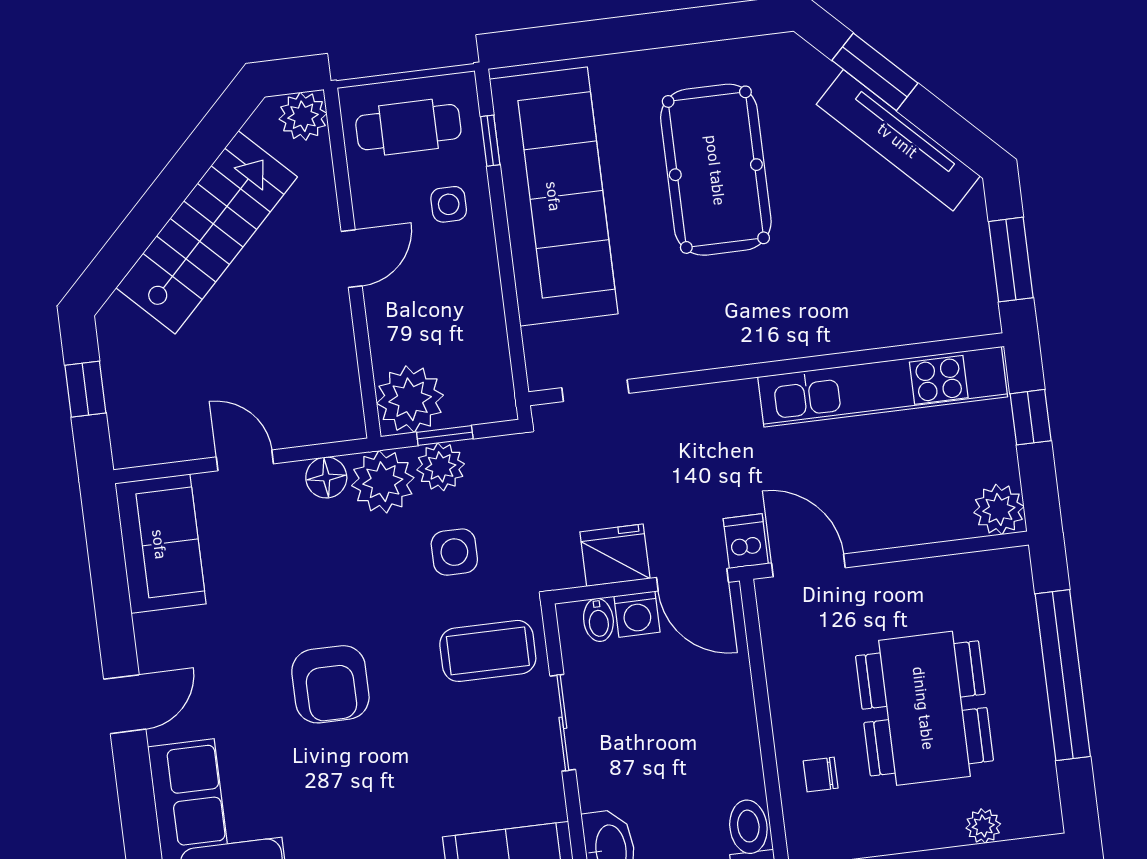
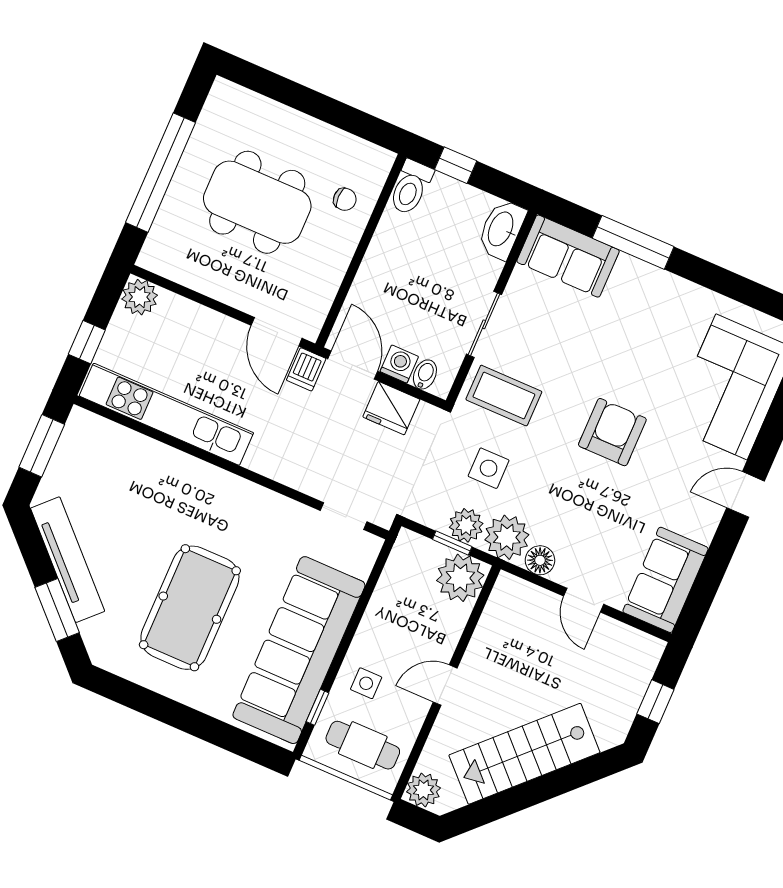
dining table: (924, 708) -> (257, 202), turned 90
plant: (983, 826) -> (264, 109), removed

